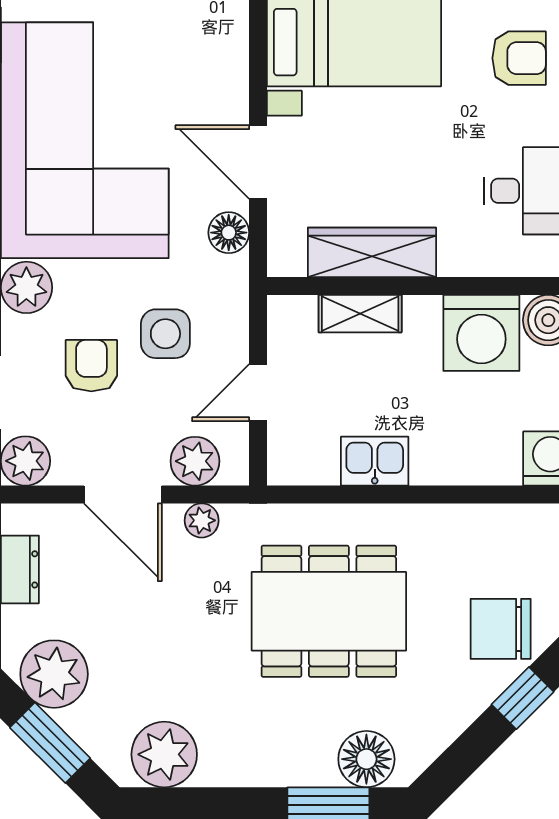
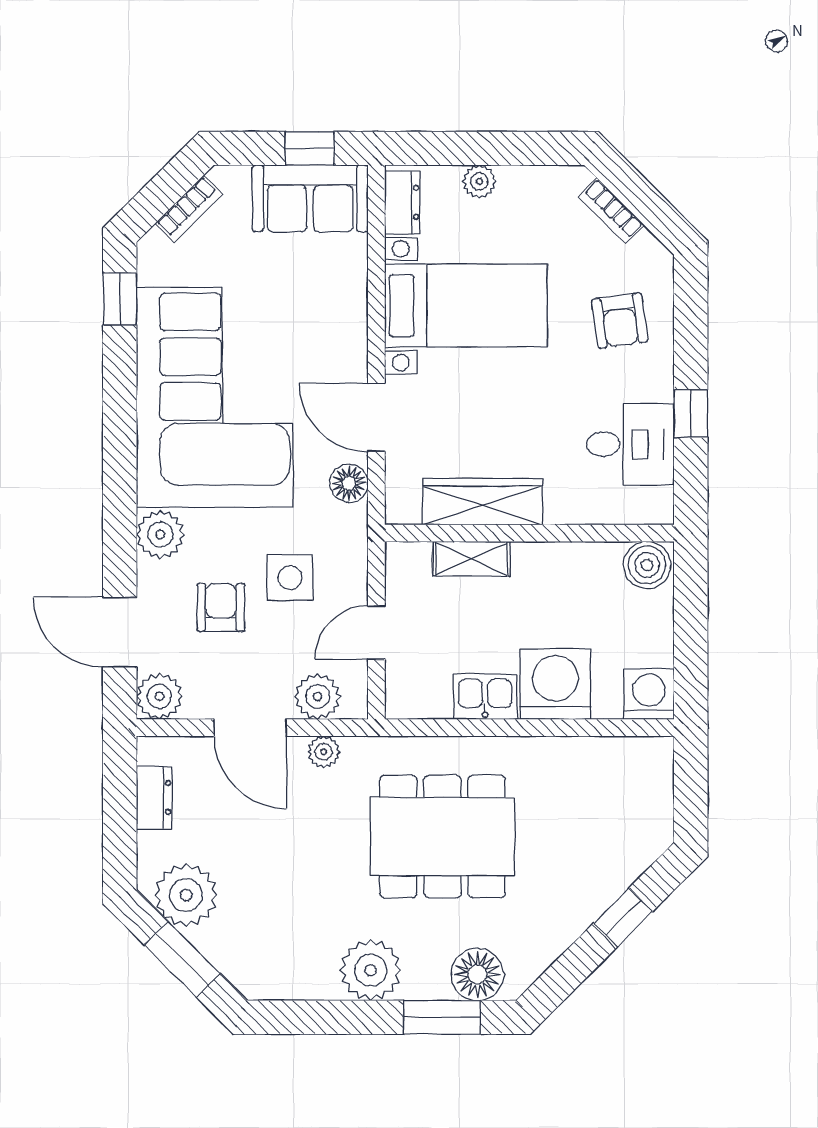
armchair: (519, 58) -> (620, 321), turned 82
washing machine: (481, 333) -> (555, 684), moved, turned 180
chair: (501, 629) -> (603, 853), removed
plant: (164, 754) -> (371, 970), moved

